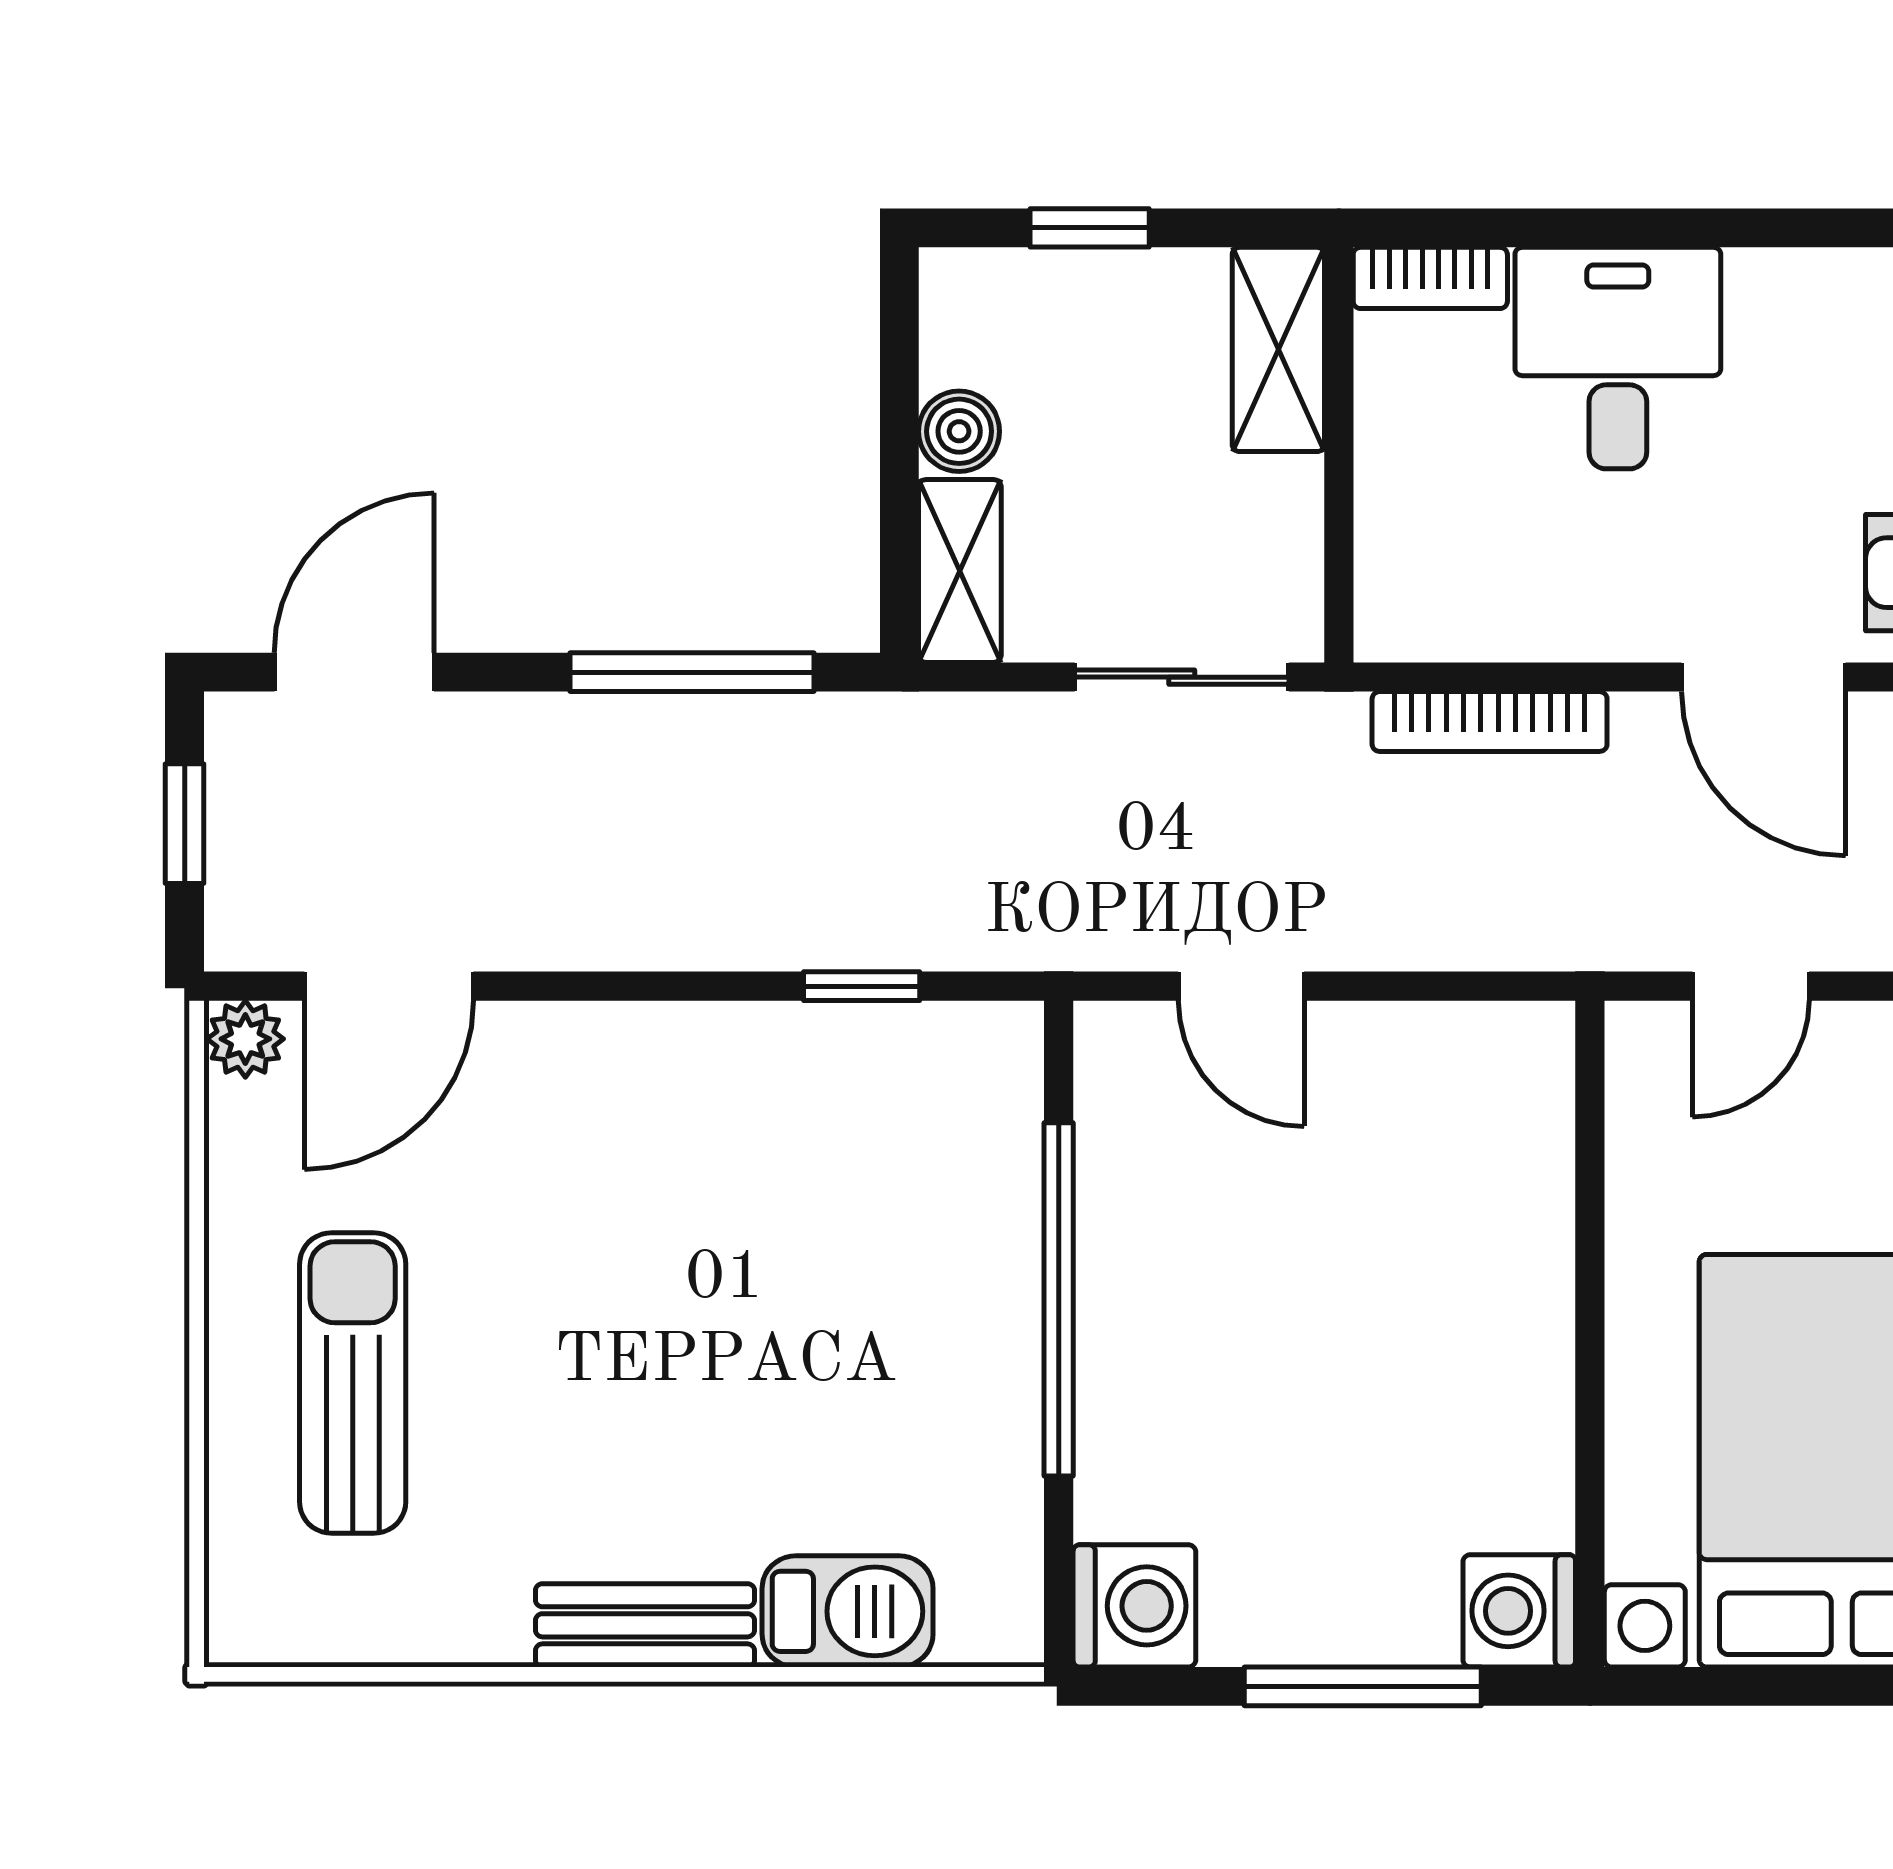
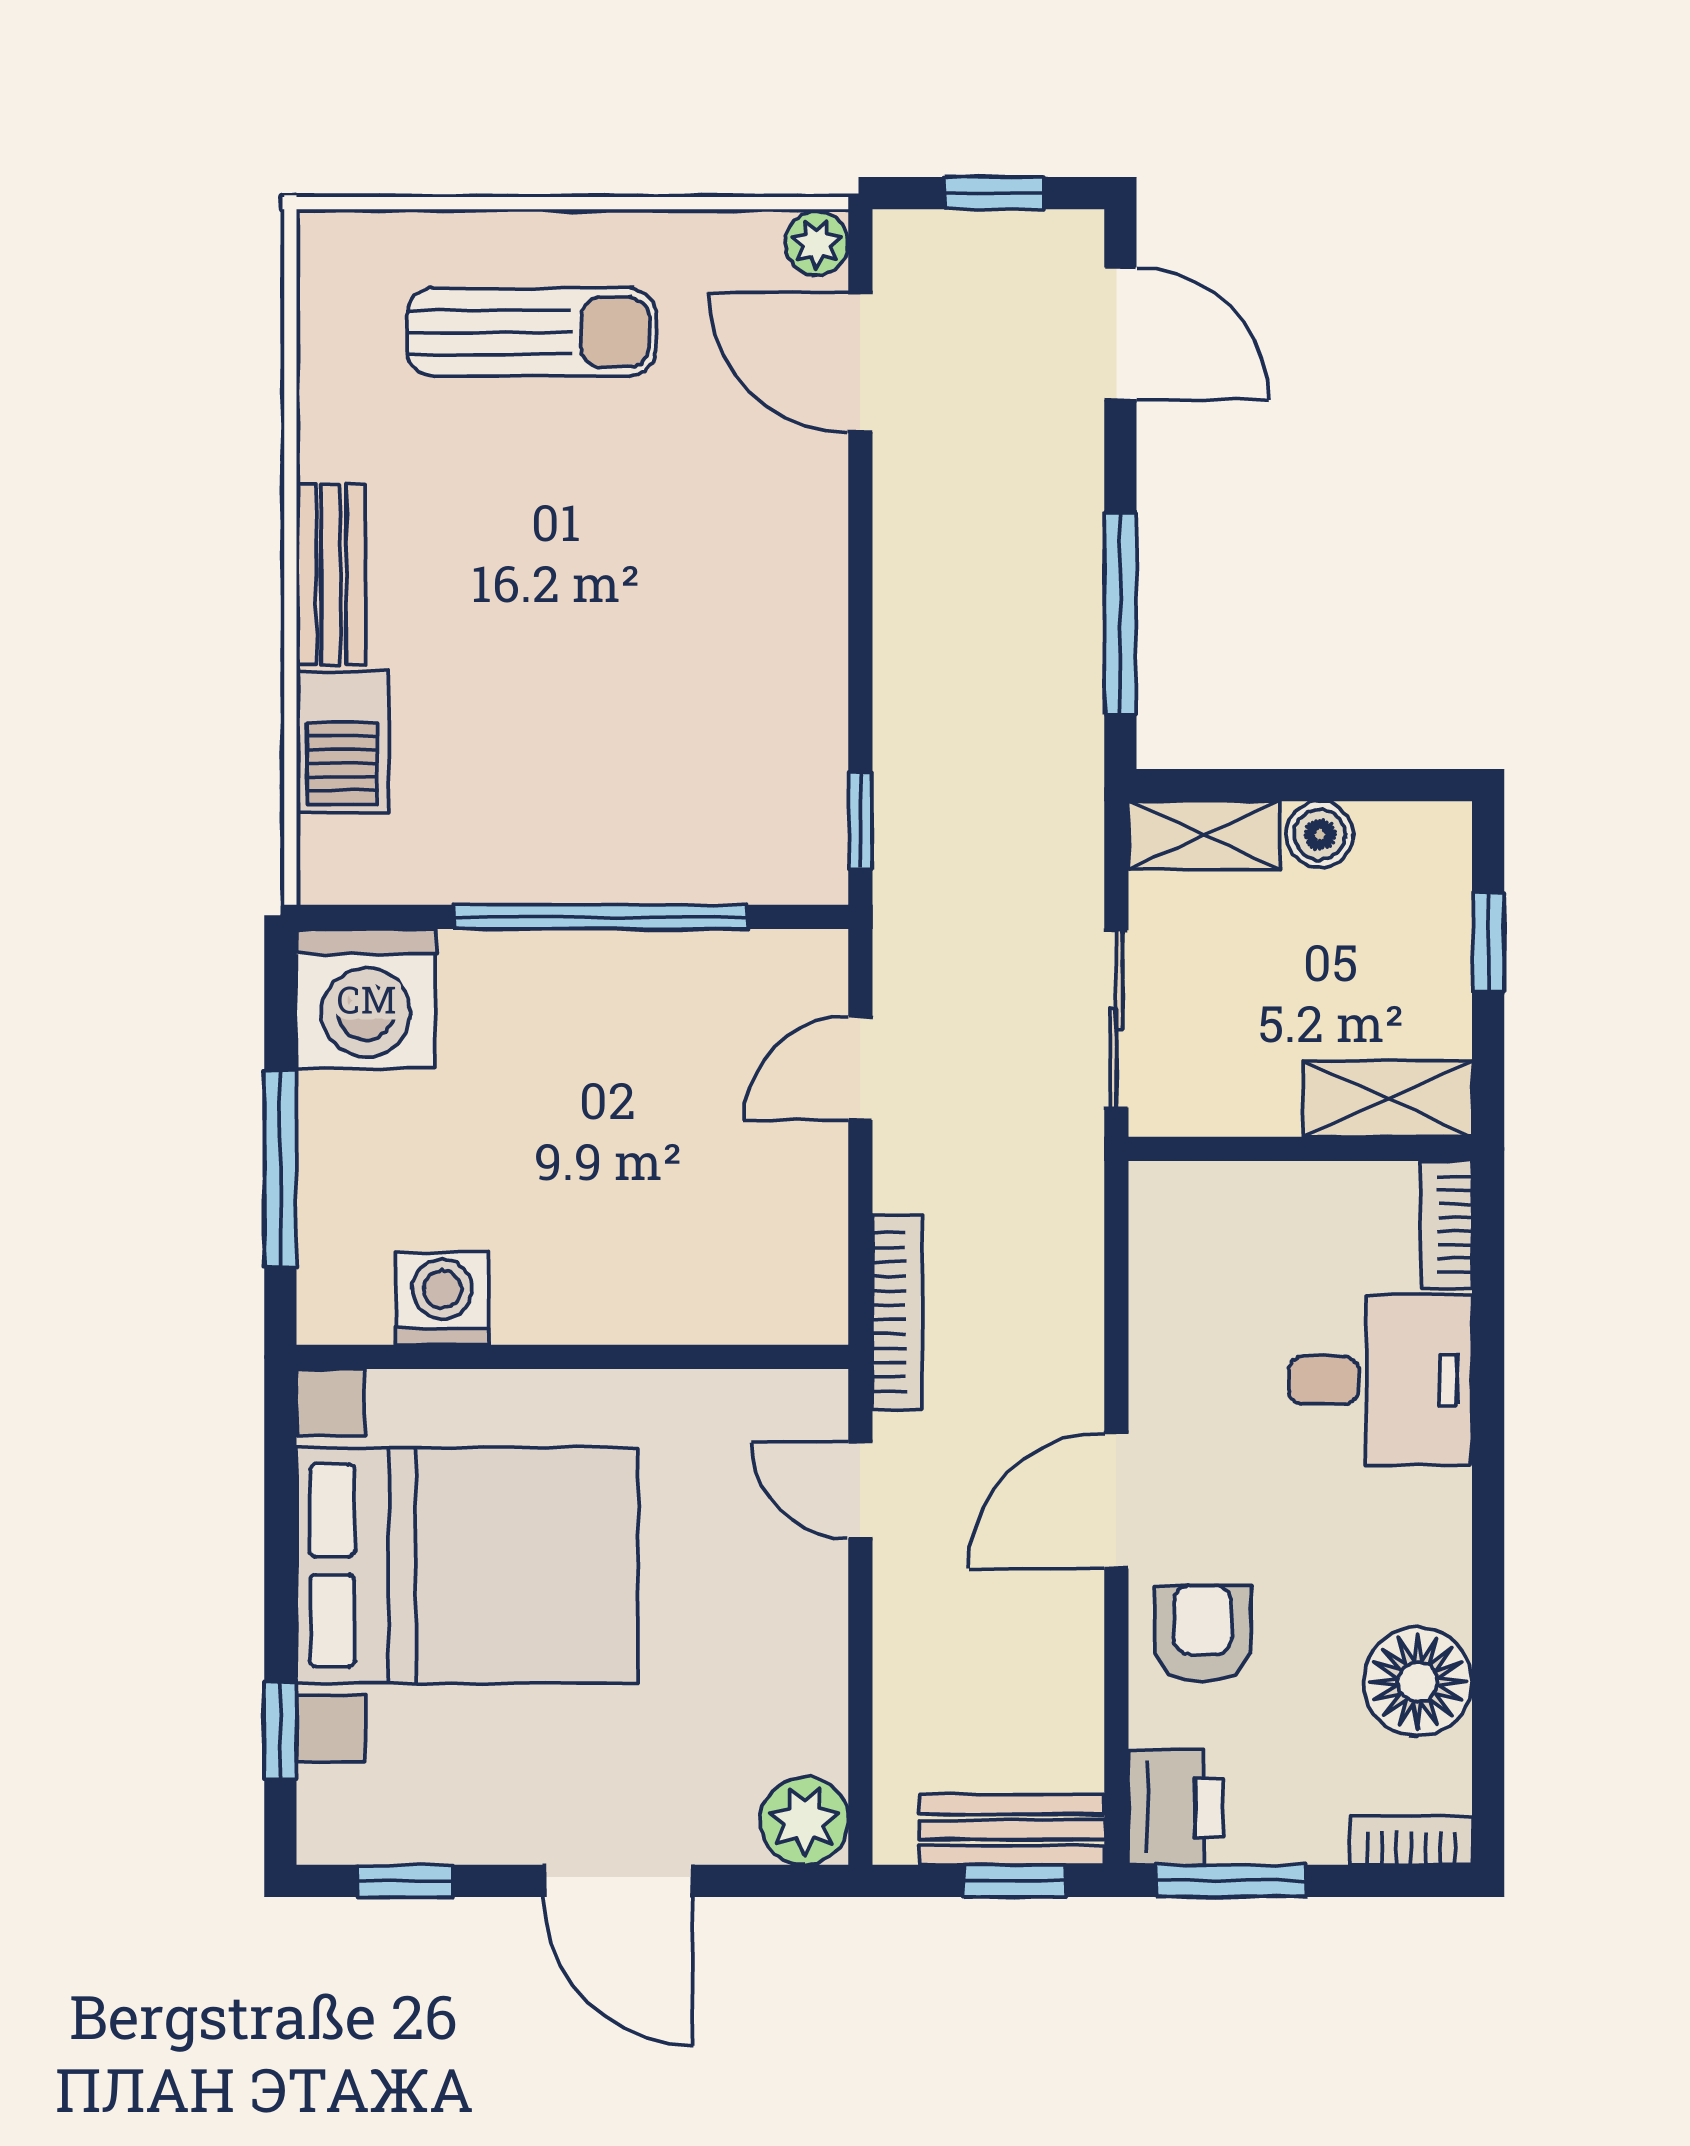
bookcase: (1490, 722) -> (897, 1312), moved, turned 180
window: (862, 986) -> (860, 820), moved
washing machine: (1134, 1606) -> (366, 999), width x1.37, depth x1.37
washing machine: (1519, 1611) -> (442, 1298), moved

